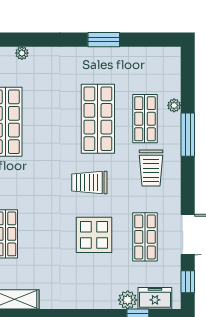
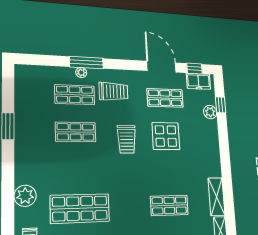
plant: (22, 53) -> (25, 196), width x1.88, depth x1.88
plant: (174, 105) -> (81, 73), moved
shop shelf: (98, 119) -> (76, 132), width x0.70, depth x0.74
freezer: (155, 298) -> (198, 81), moved, turned -90

